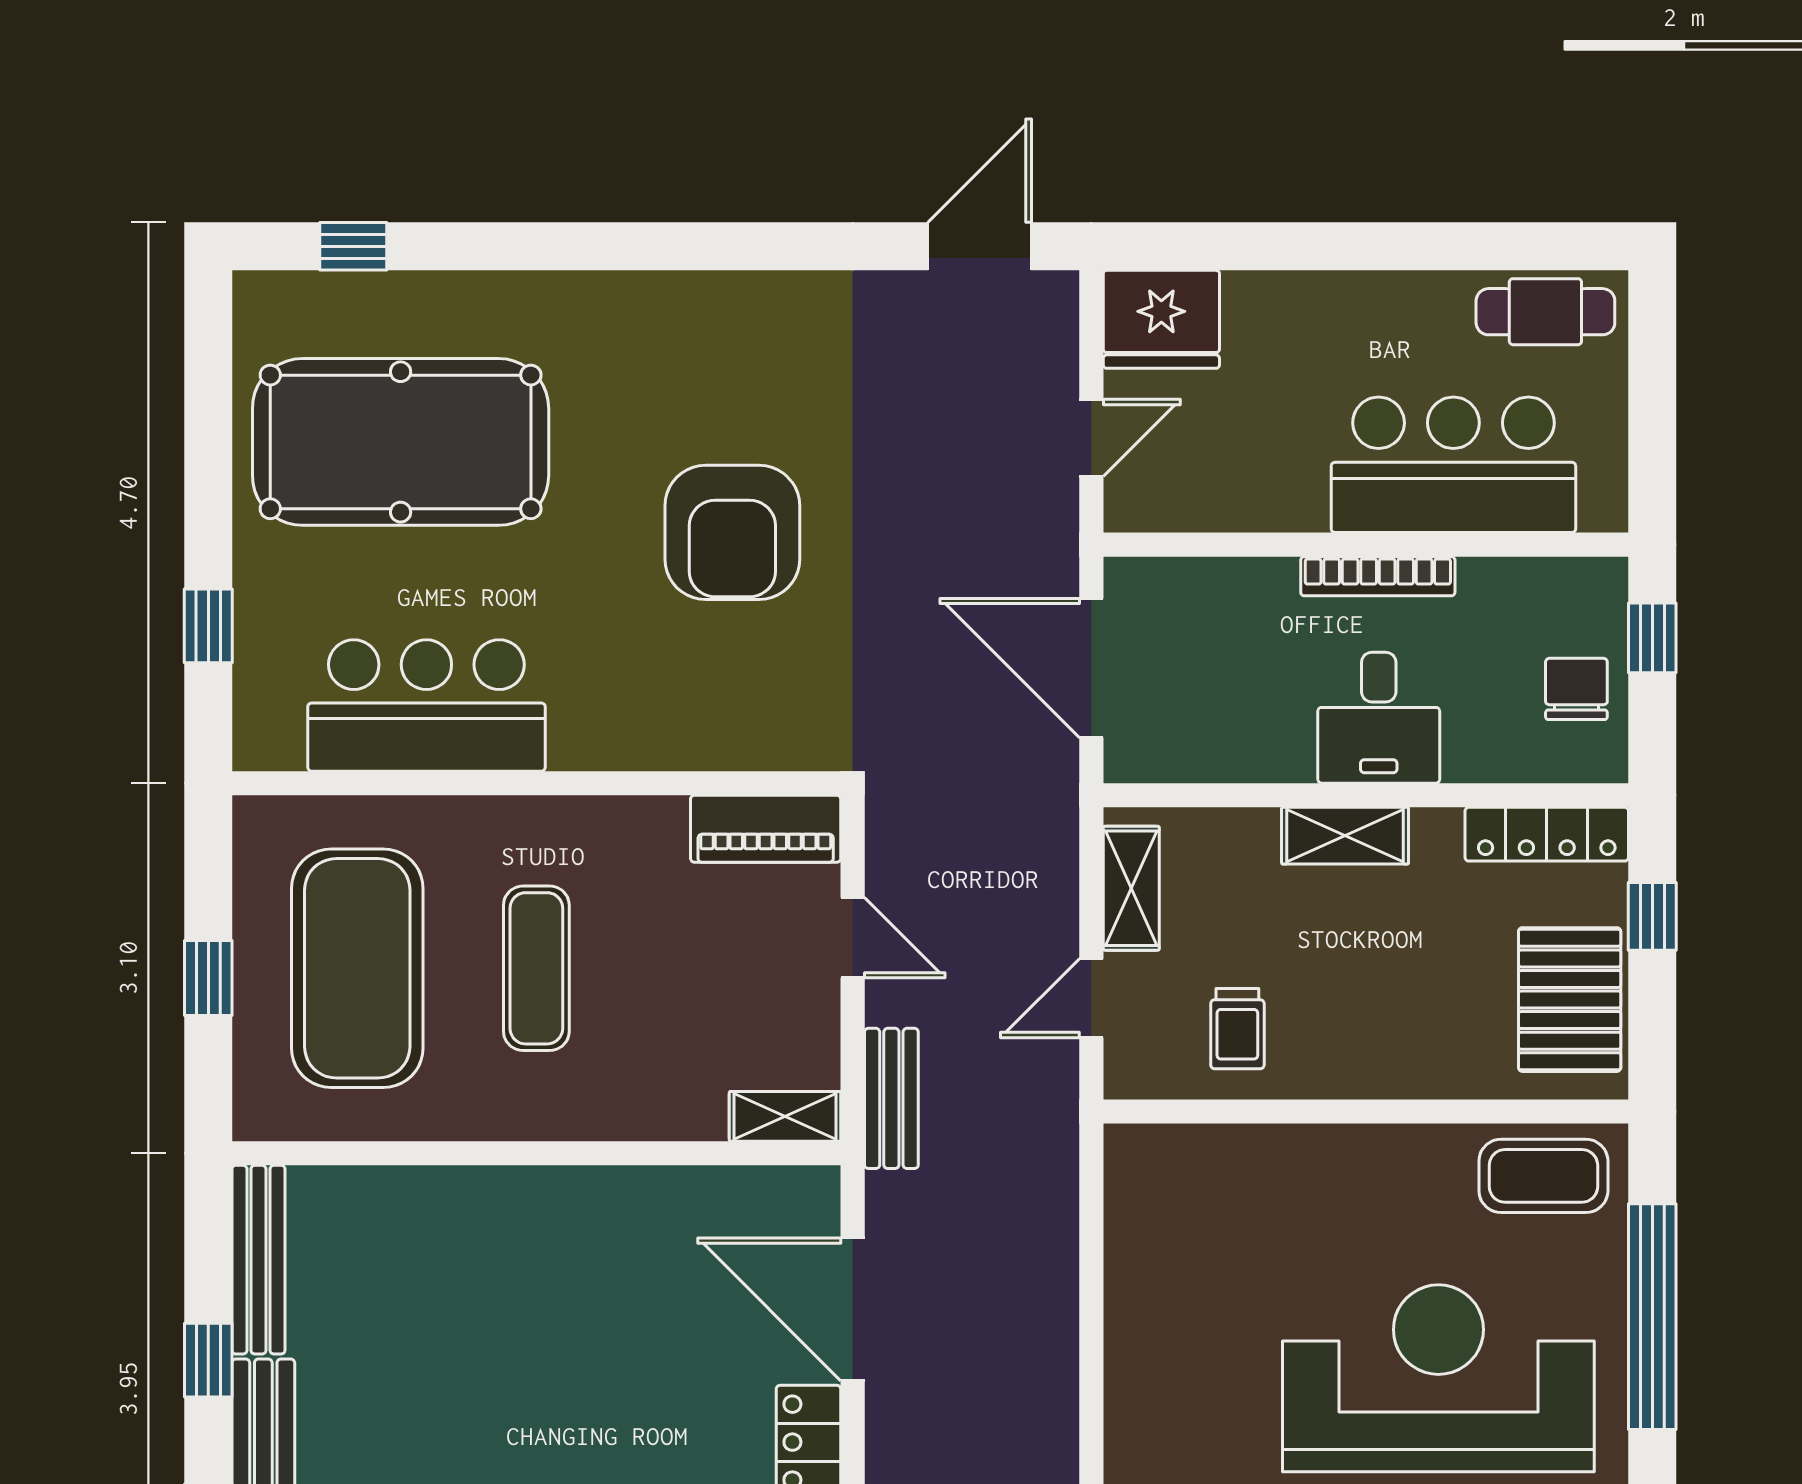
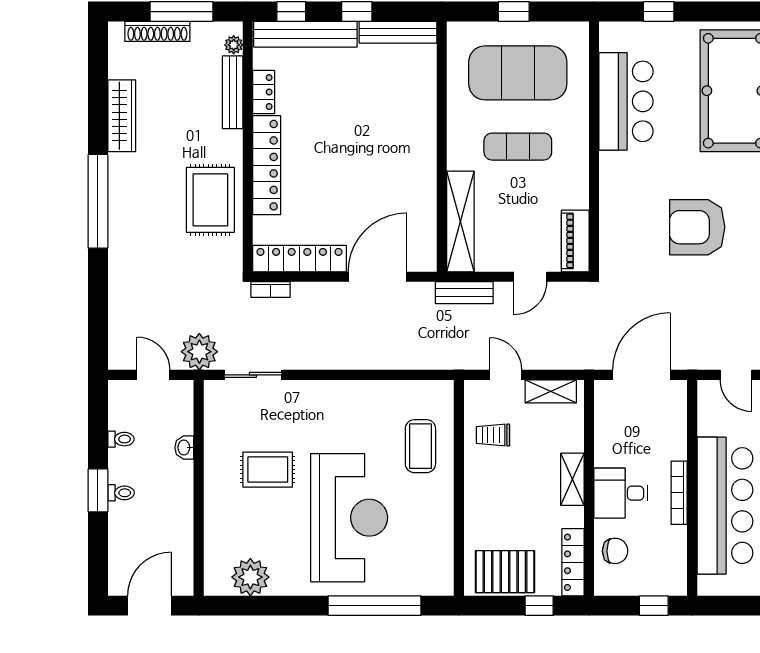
bar counter: (1453, 465) -> (725, 506), width x1.36
chair: (1576, 689) -> (615, 551), moved
shelving: (785, 1116) -> (460, 221), width x2.20, depth x1.33
coffee table: (1543, 1176) -> (420, 446), moved

